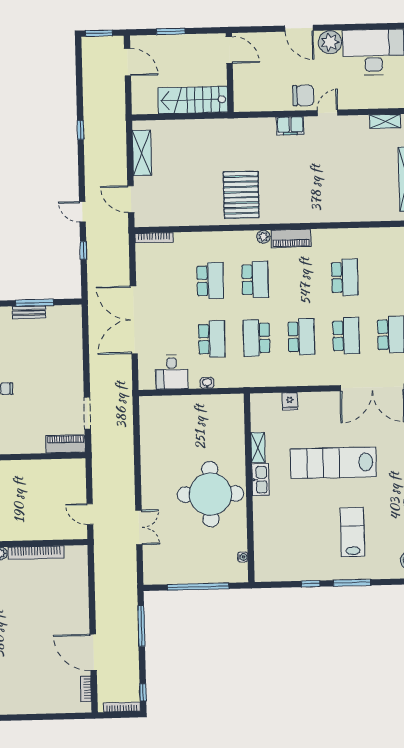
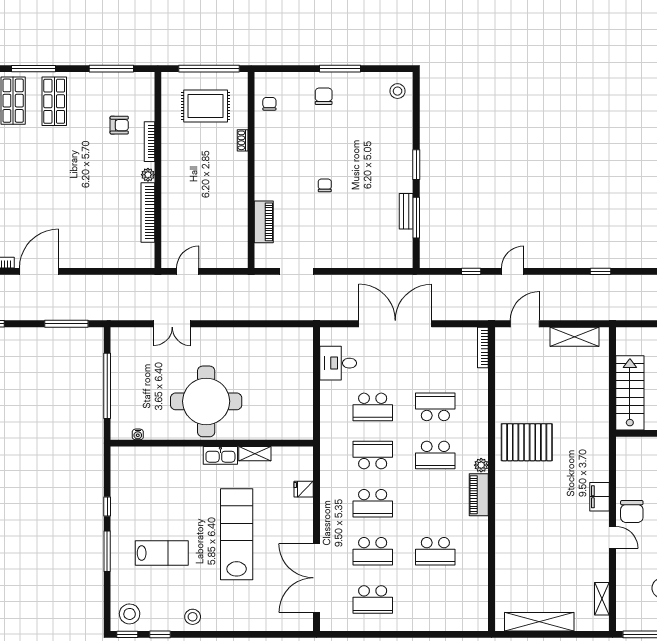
school desk: (210, 281) -> (435, 407), turned 180
washbasin: (207, 383) -> (326, 401), removed
piano: (65, 444) -> (264, 222), moved

